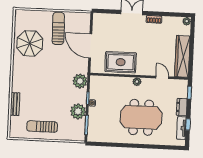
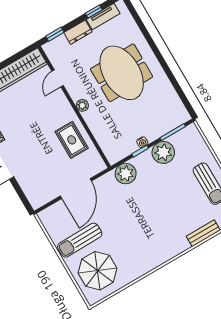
parasol: (30, 43) -> (98, 271), moved
rug: (121, 62) -> (72, 140), width x0.73, depth x0.70

